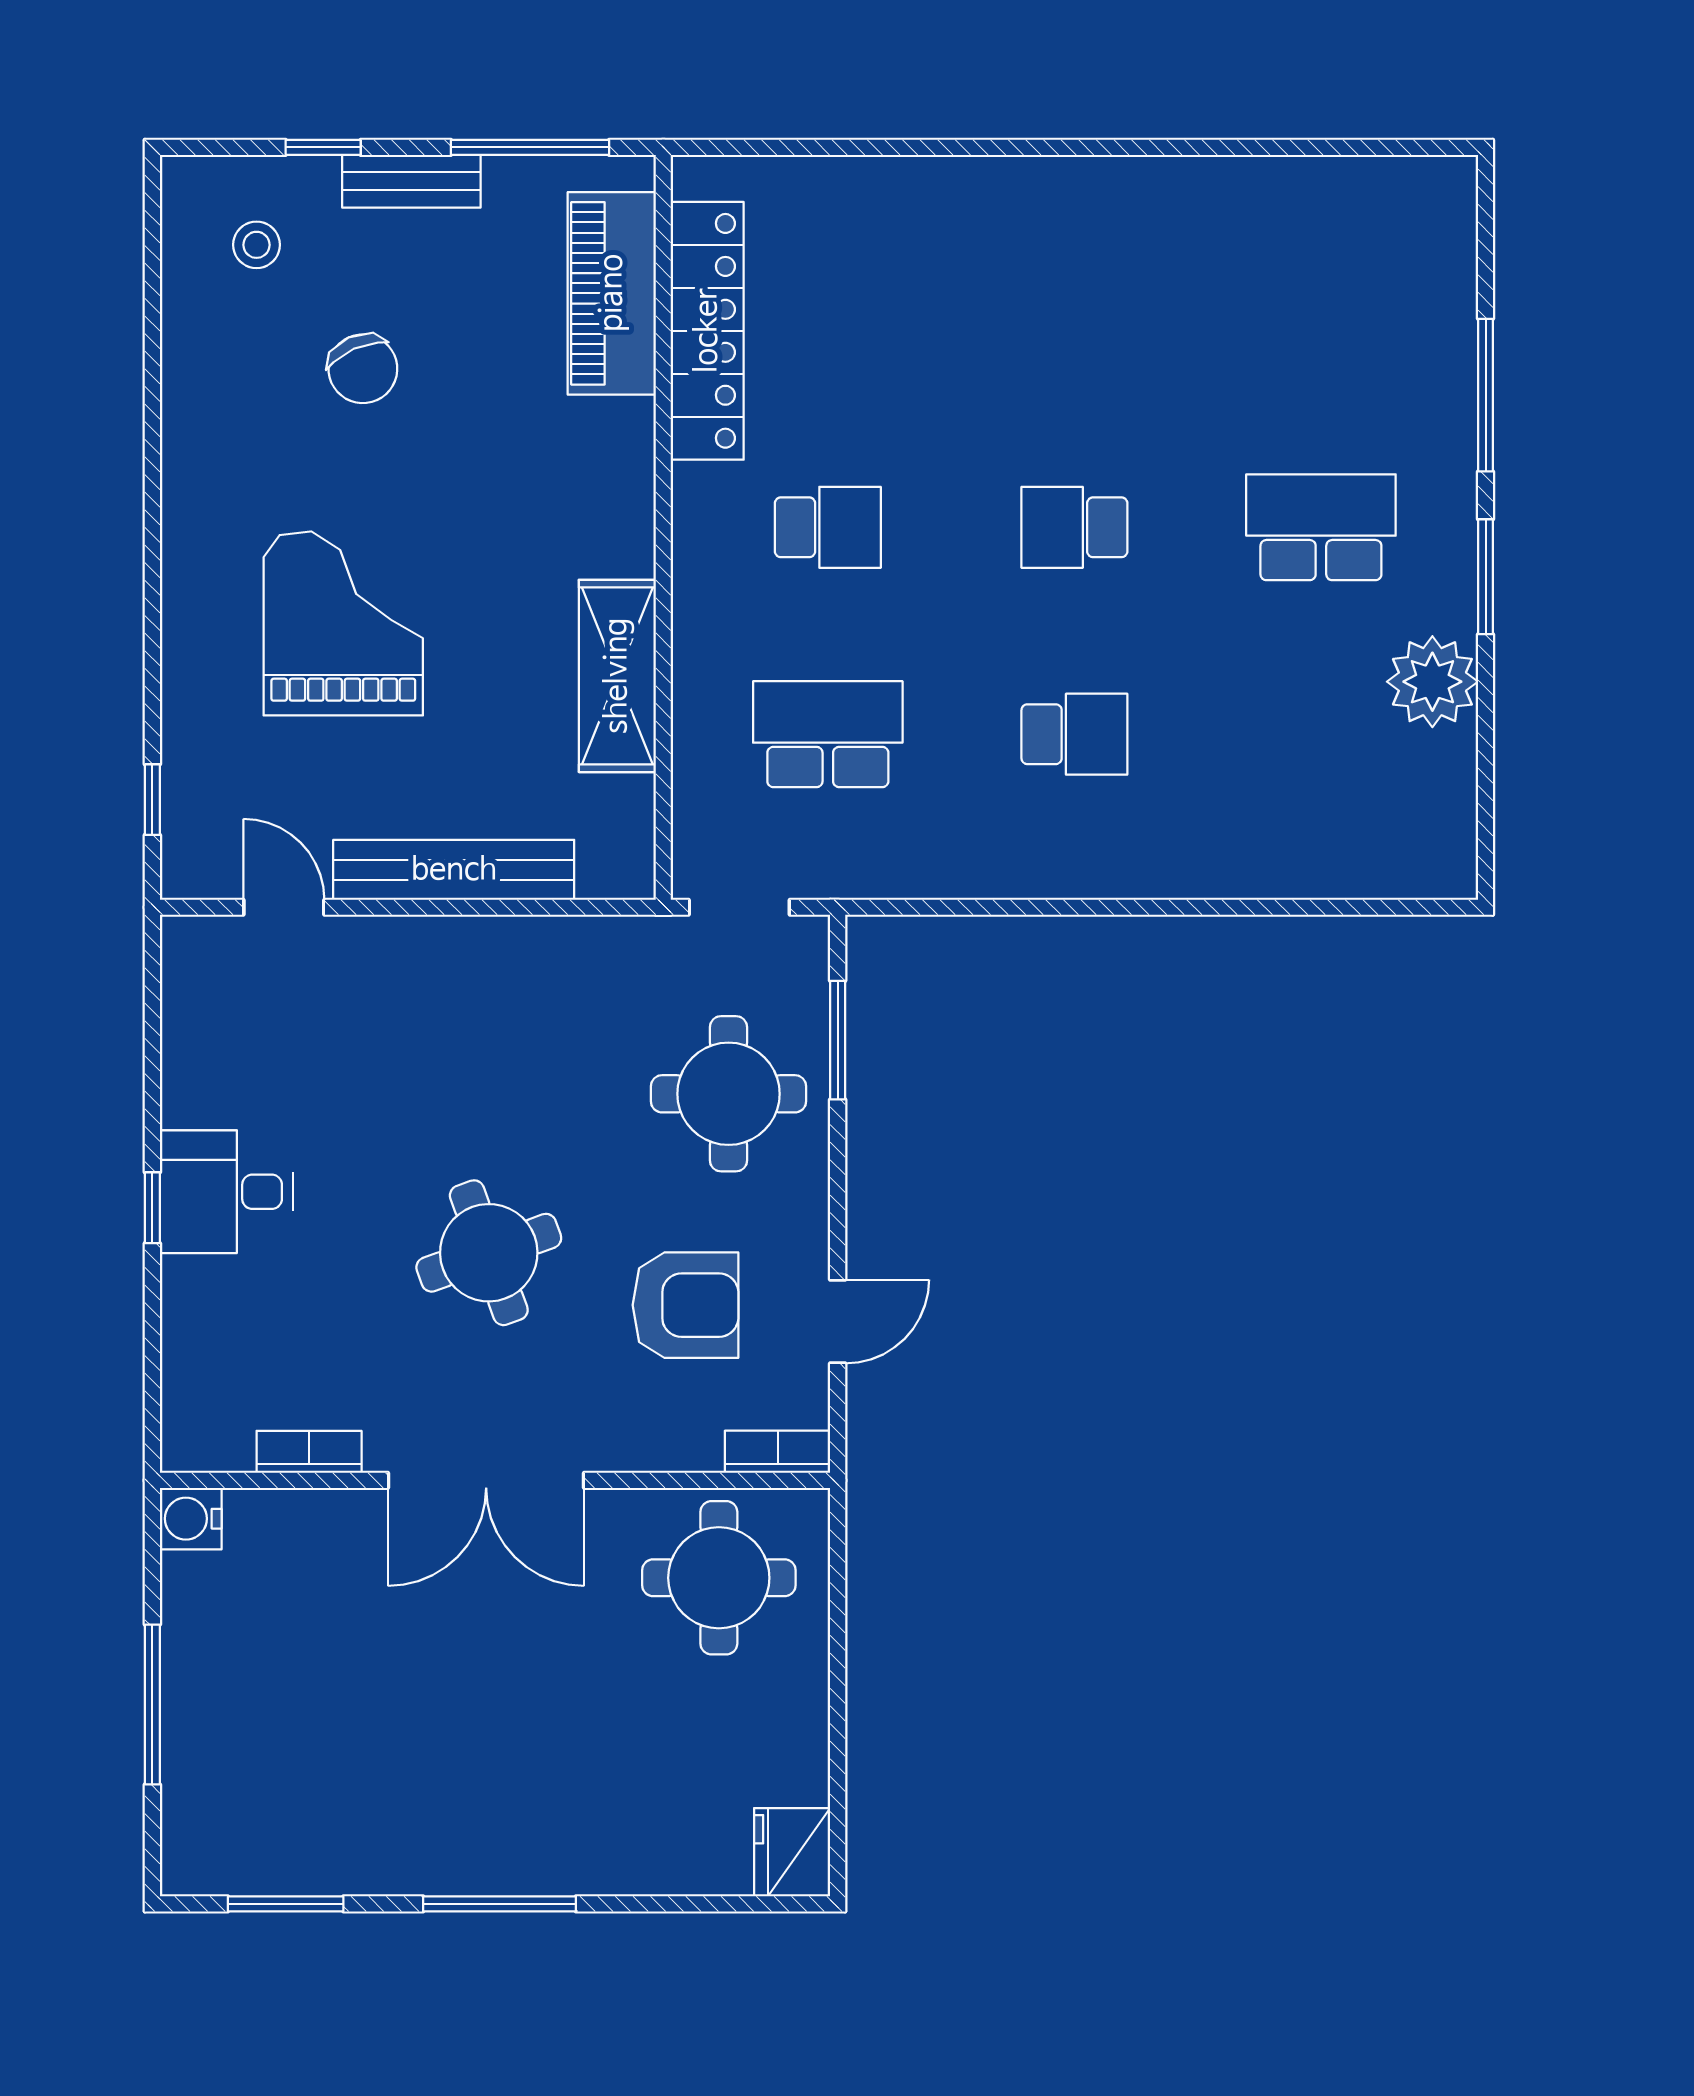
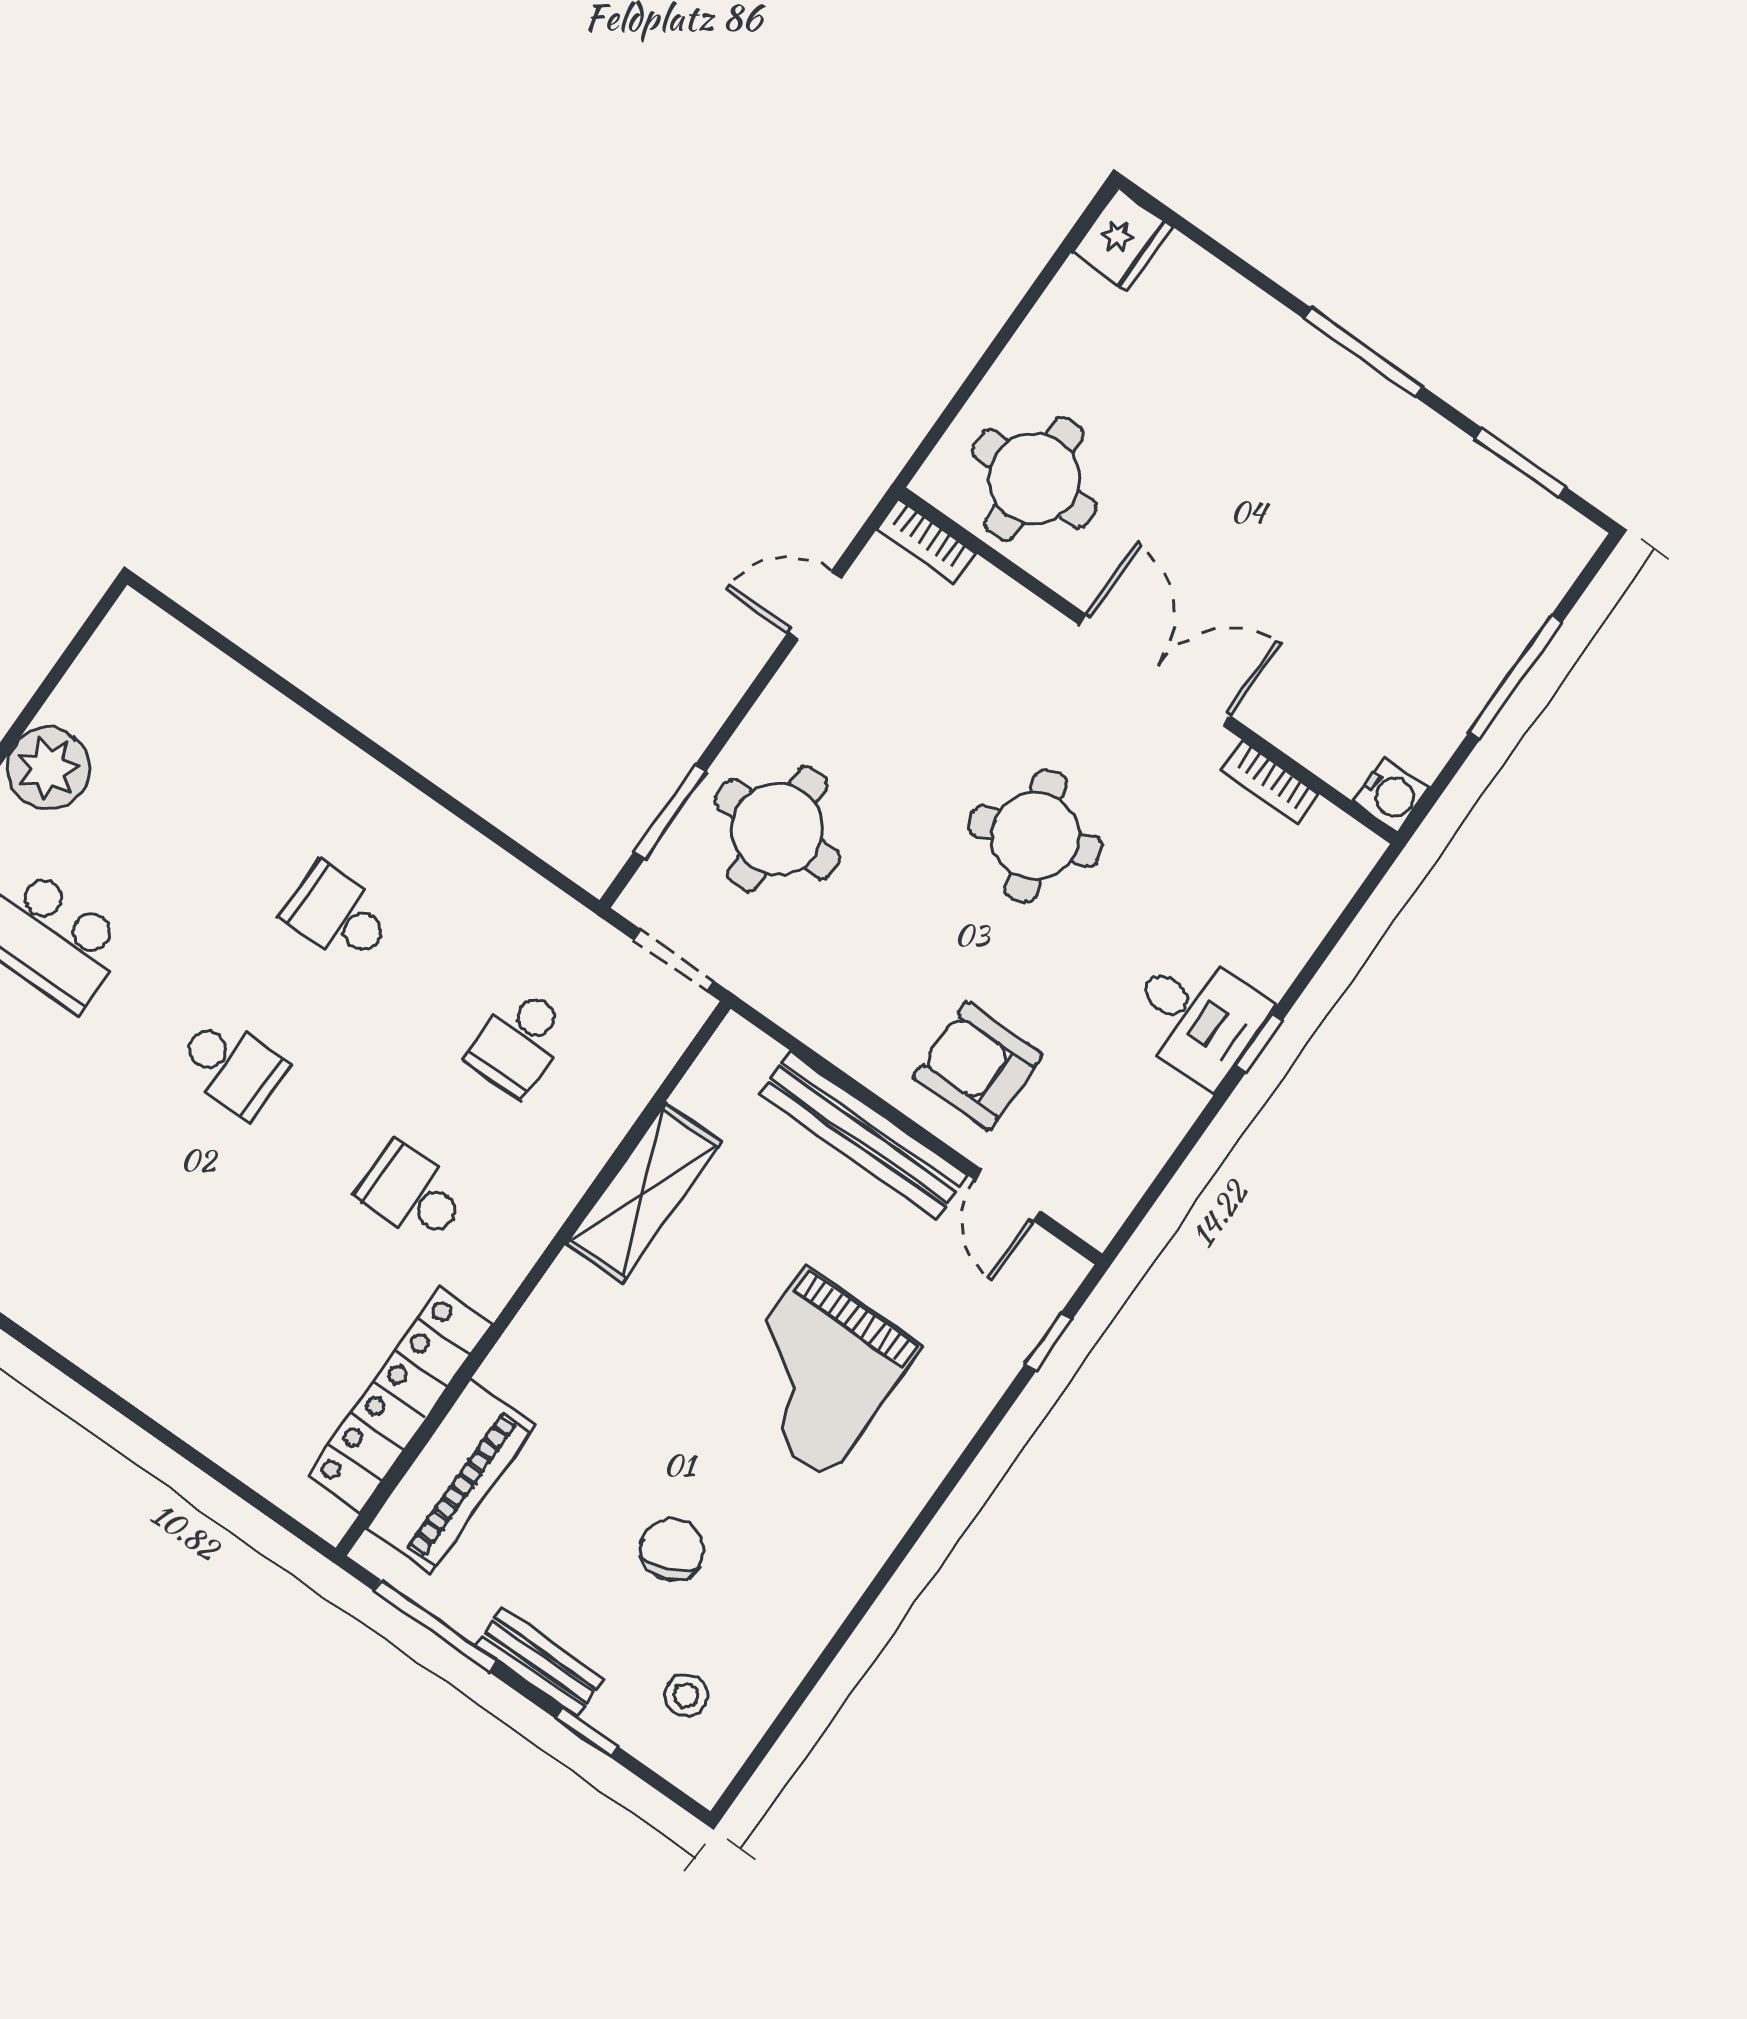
school desk: (828, 734) -> (519, 1042), width x0.54
armchair: (685, 1305) -> (978, 1066), moved

